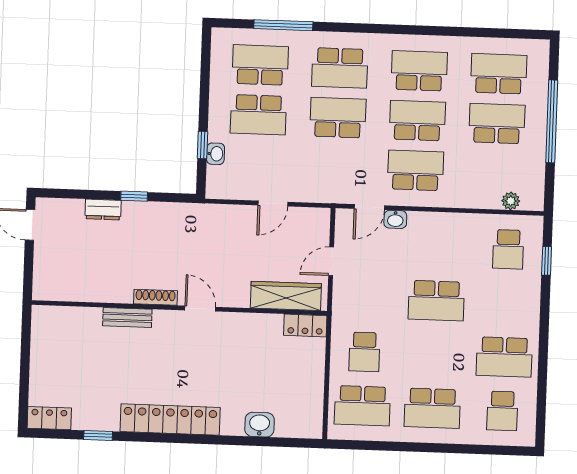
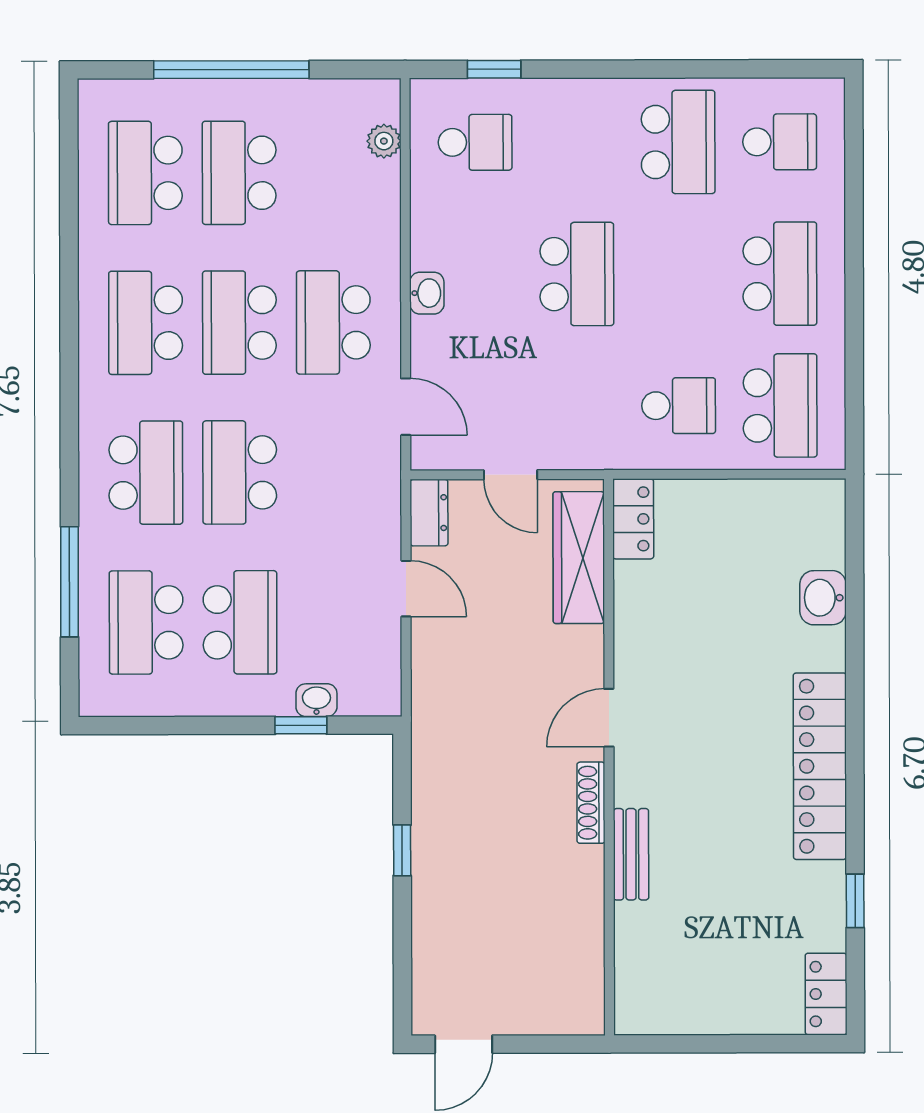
dresser: (103, 210) -> (429, 513), moved
washbasin: (395, 219) -> (427, 293), moved

